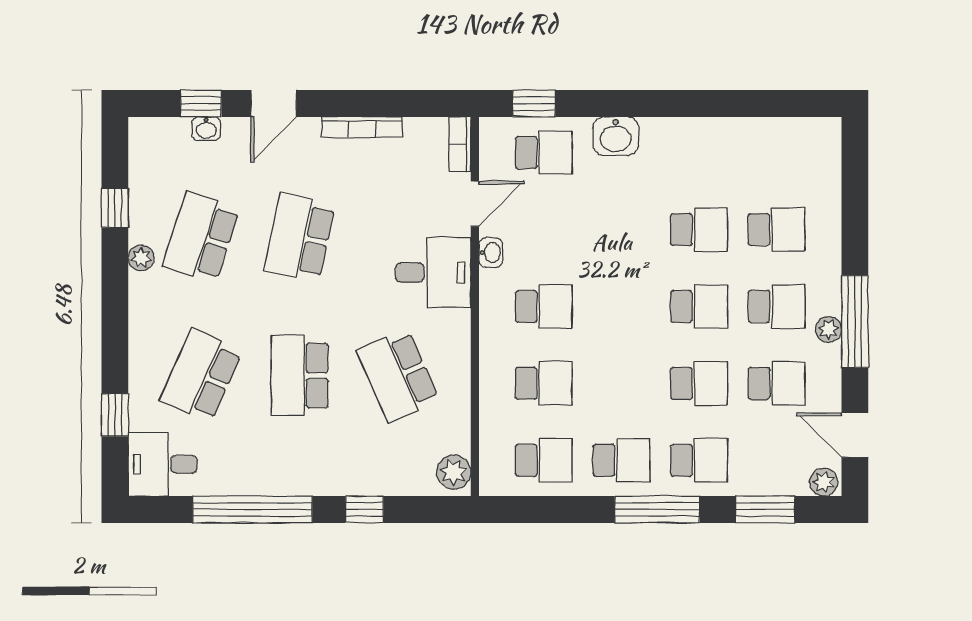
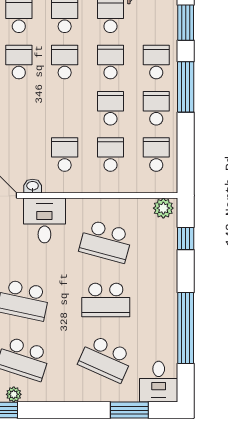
plant: (141, 258) -> (14, 394), moved
school desk: (398, 376) -> (106, 241), turned 39
school desk: (621, 383) -> (110, 108), added
window: (115, 415) -> (129, 410), width x1.50
window: (365, 509) -> (186, 238), moved

